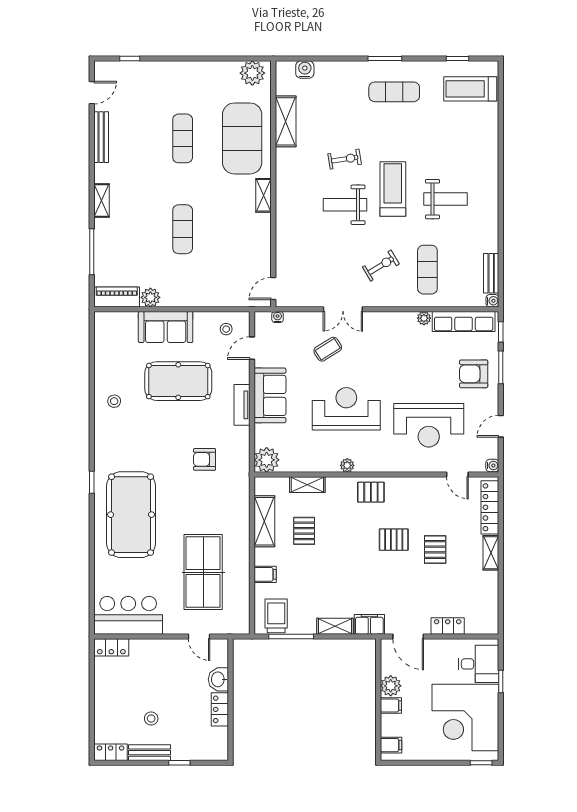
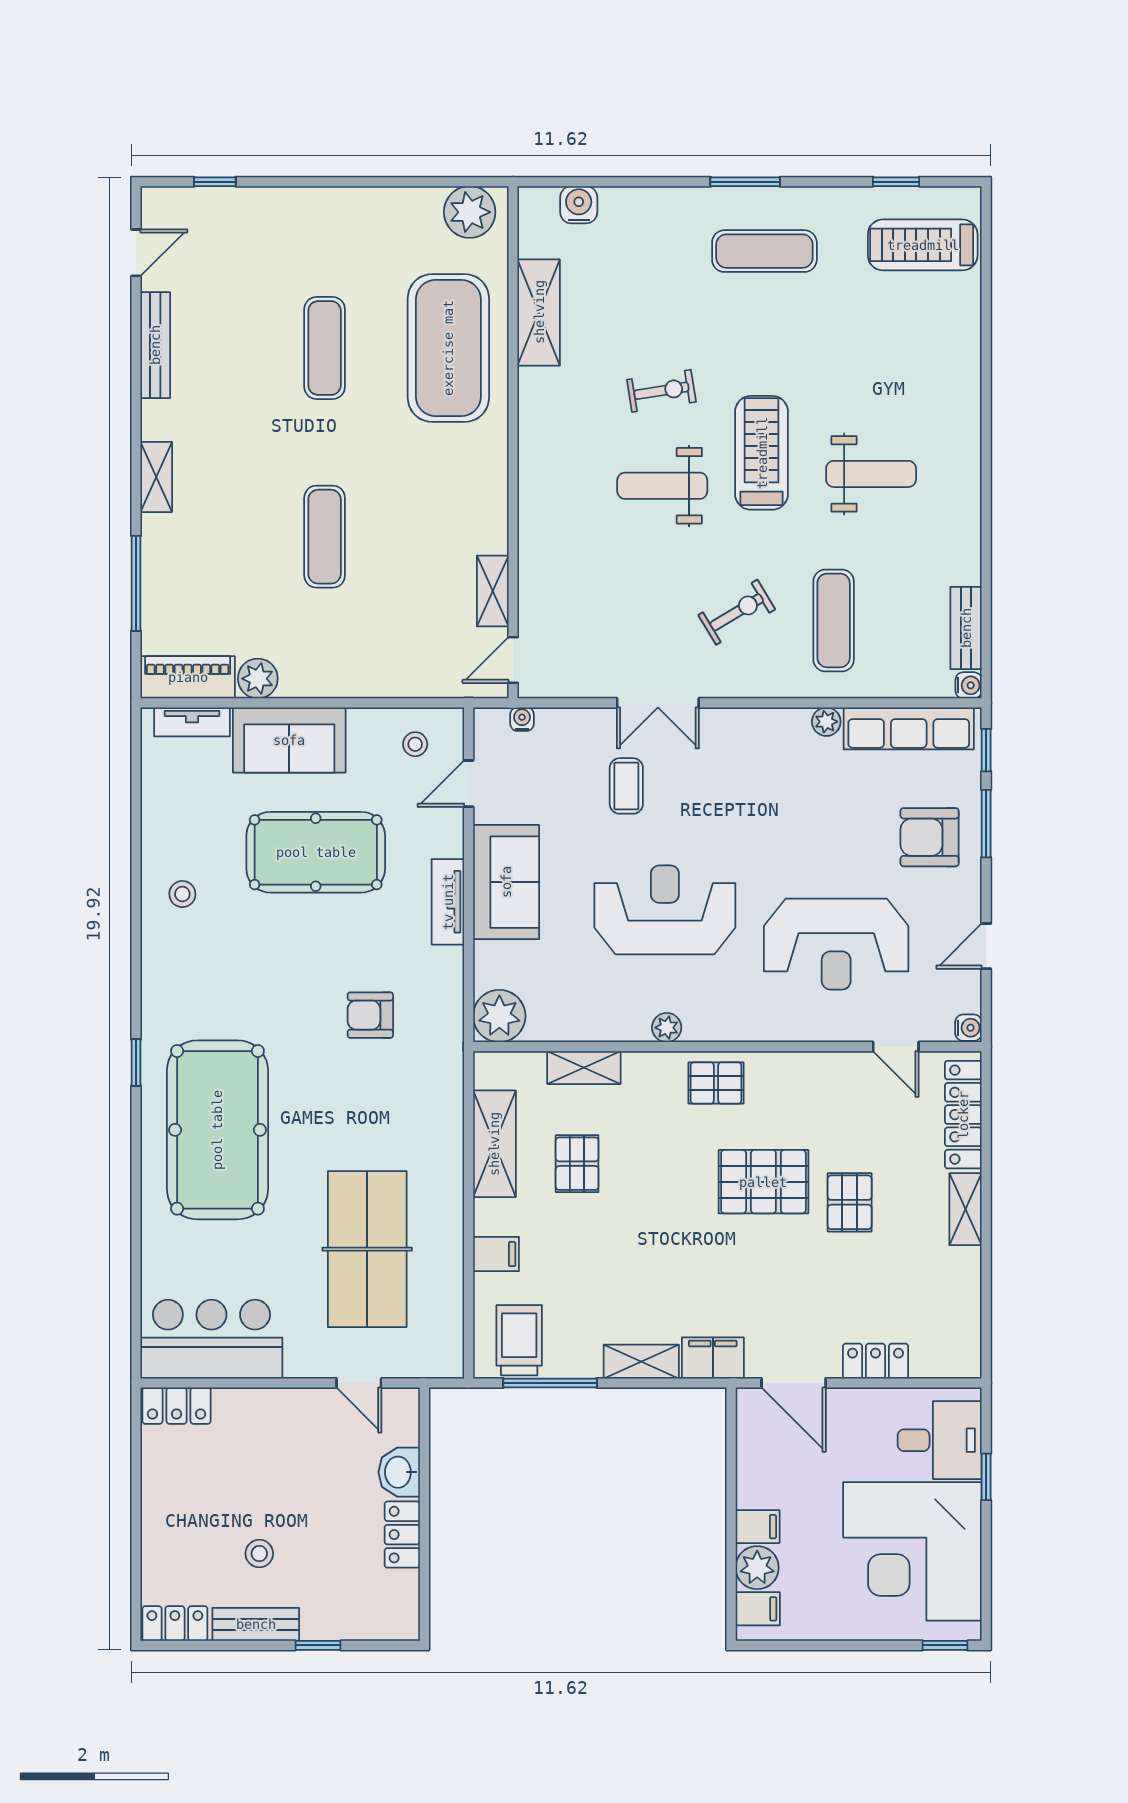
shelving: (263, 195) -> (493, 591), moved
tv unit: (119, 318) -> (192, 722), added
coffee table: (328, 349) -> (626, 786), turned -58
pallet: (394, 540) -> (763, 1182), width x1.50, depth x1.42
plant: (391, 686) -> (757, 1568), moved

